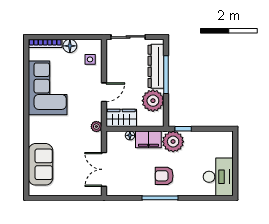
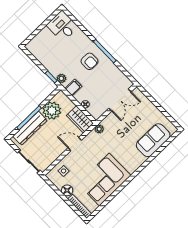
filing cabinet: (148, 139) -> (73, 87), width x0.50
plant: (173, 142) -> (61, 78), width x0.53, depth x0.53
desk: (218, 177) -> (62, 26), width x0.73

